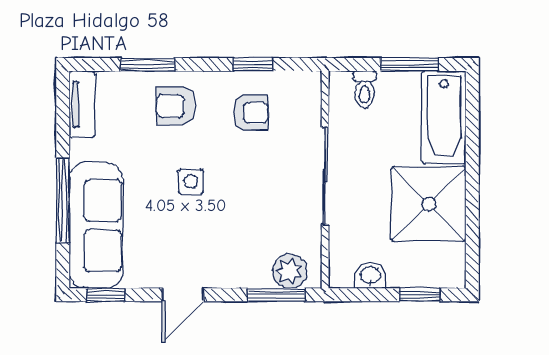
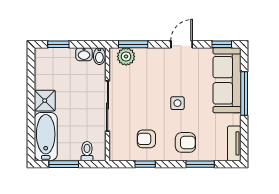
shower: (429, 204) -> (45, 101), width x0.54, depth x0.54
bidet: (341, 272) -> (99, 56), added

